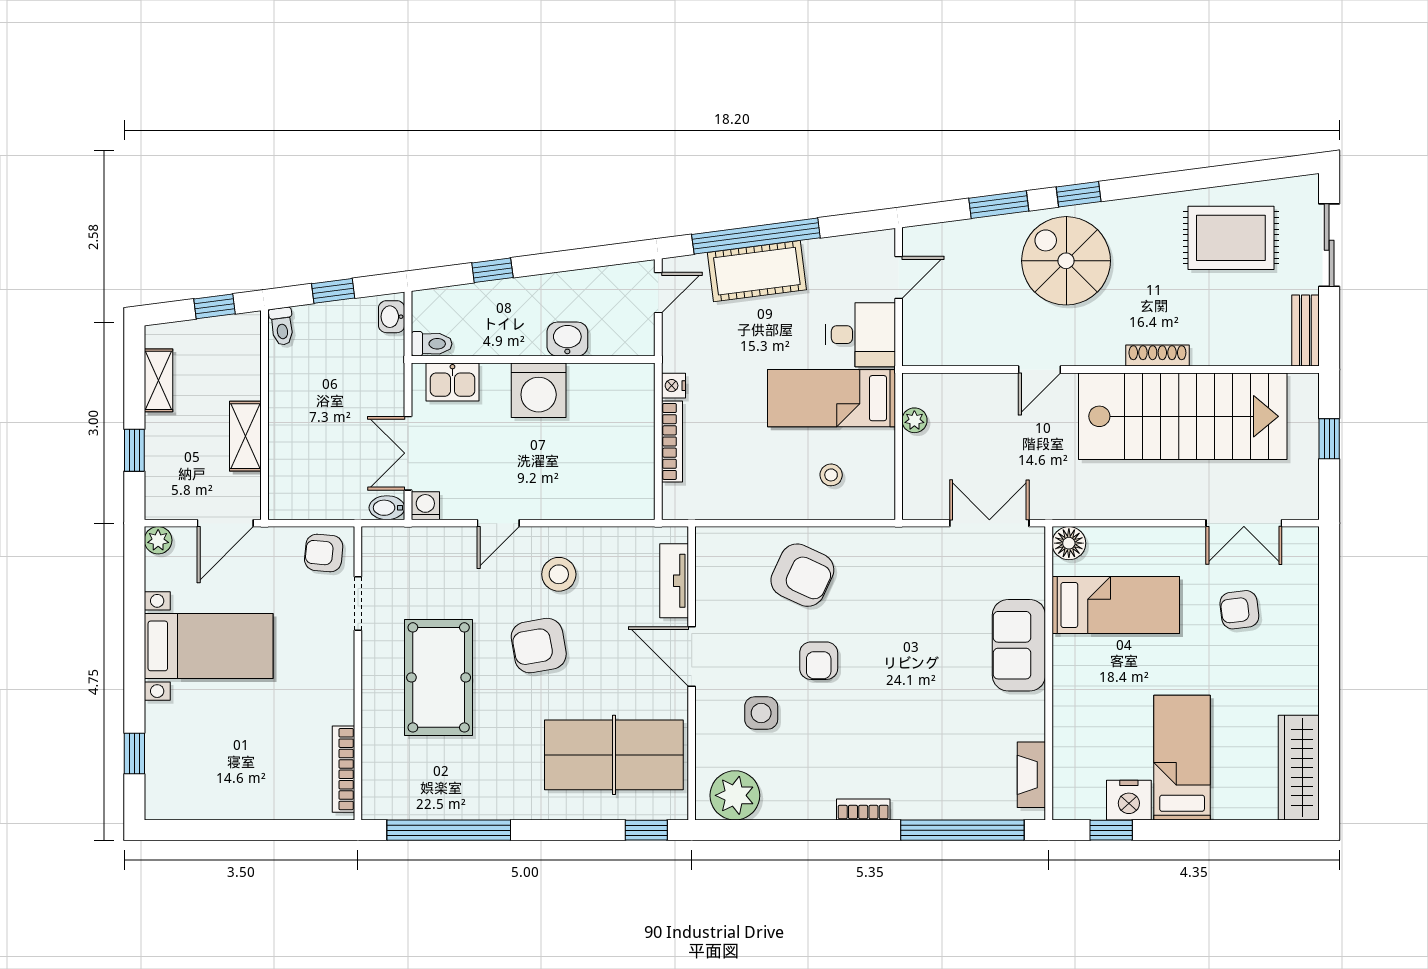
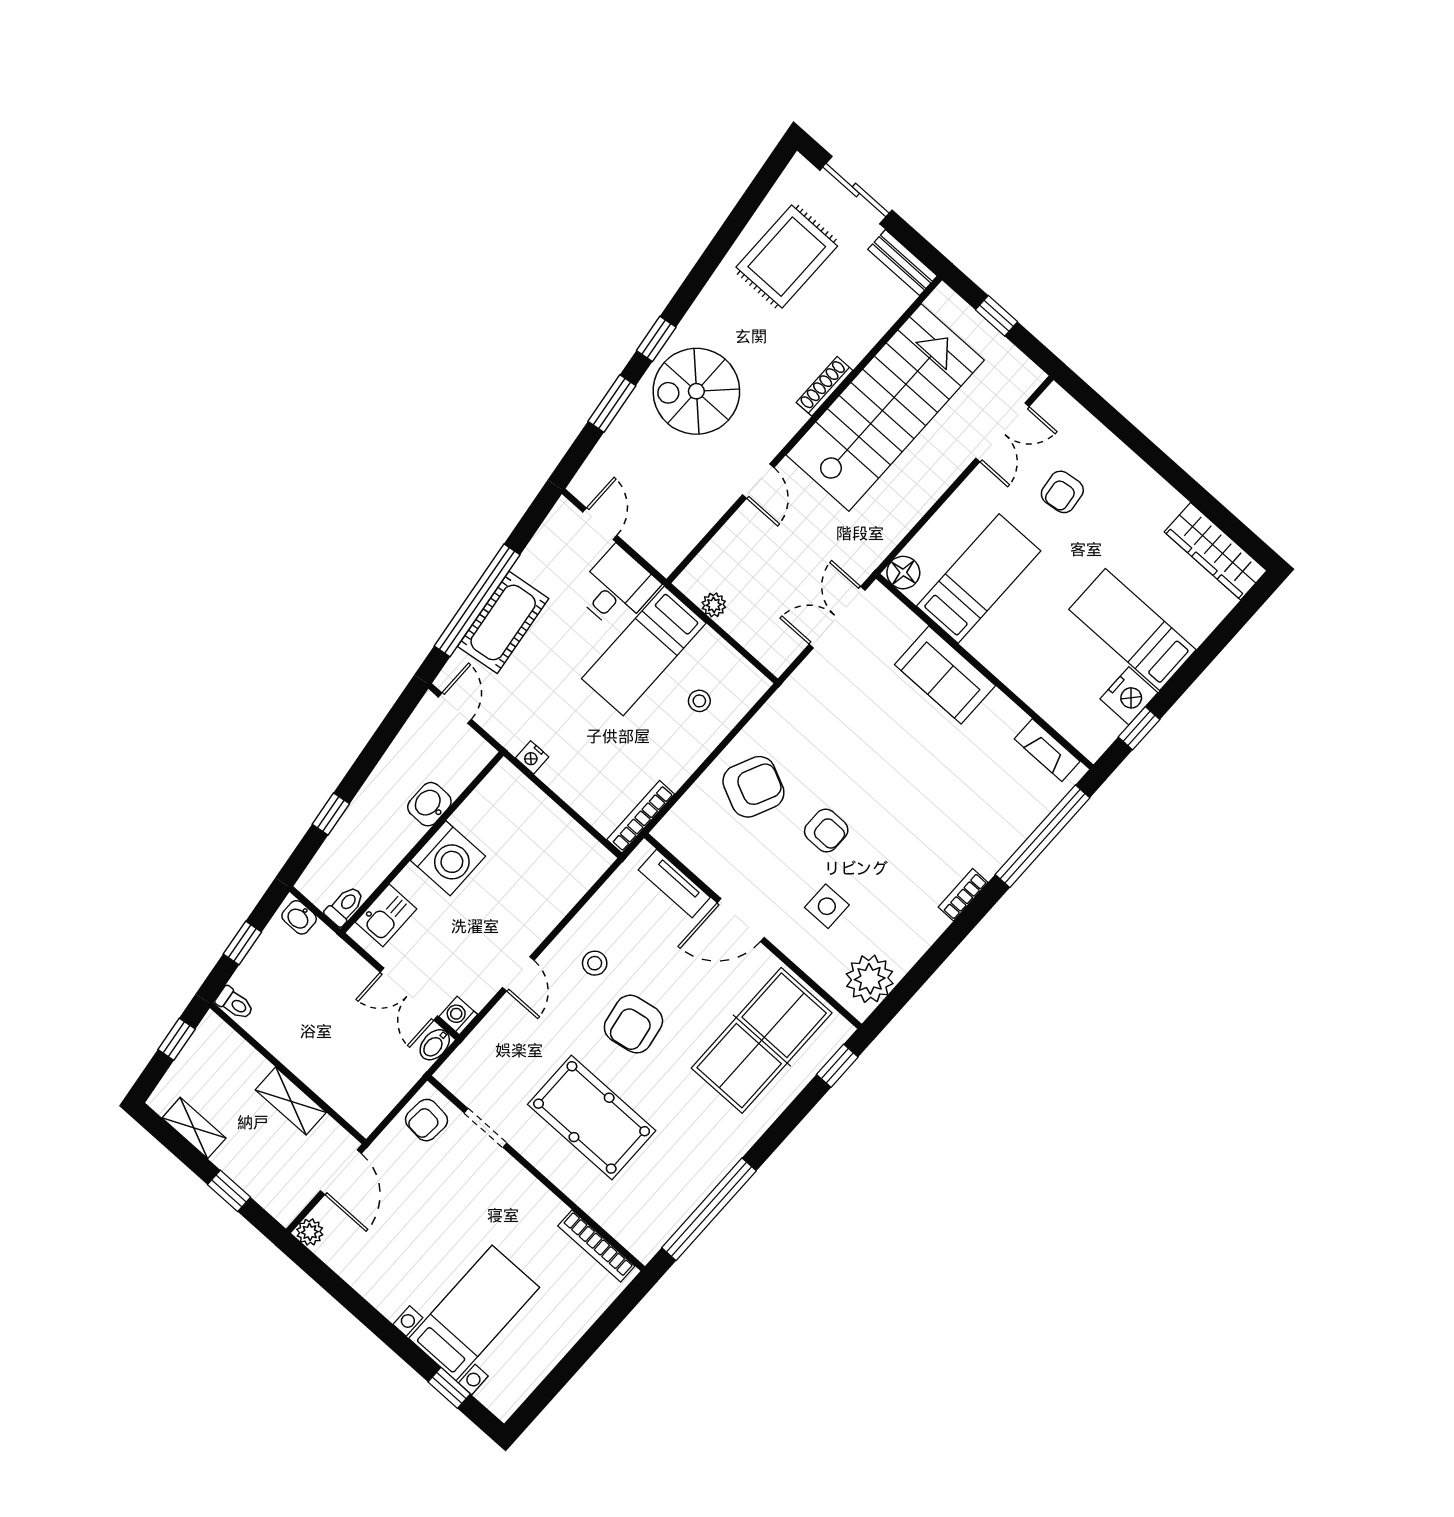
bookcase: (672, 441) -> (641, 817), moved, turned -90
stool: (559, 574) -> (595, 963), width x0.73, depth x0.73
bed with nightstands: (209, 646) -> (474, 1313), moved

